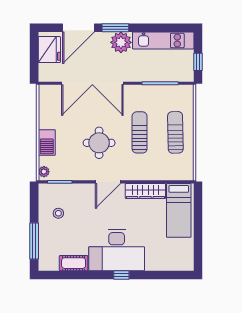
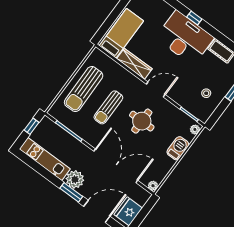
plant: (44, 90) -> (153, 186), added
sun lounger: (175, 132) -> (84, 89), width x1.36, depth x1.34

